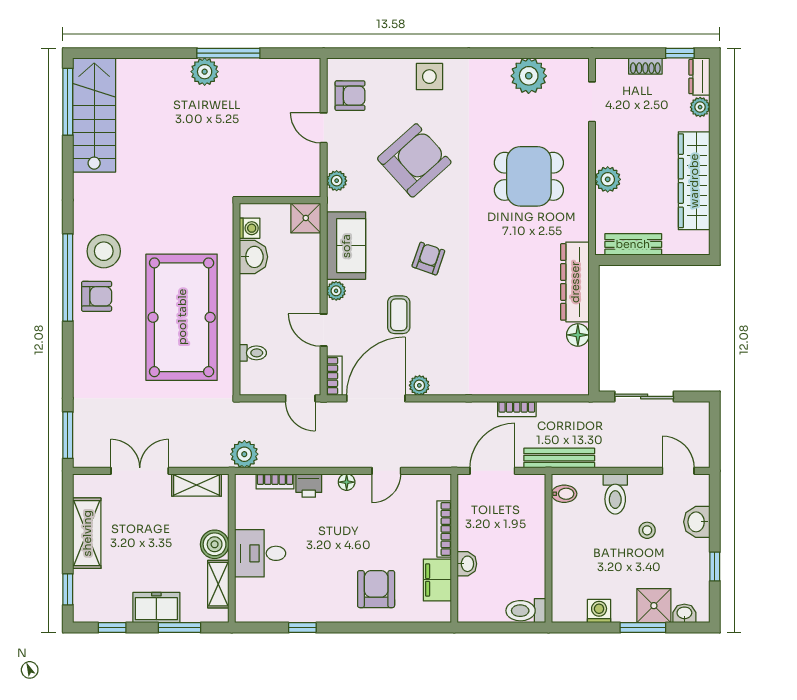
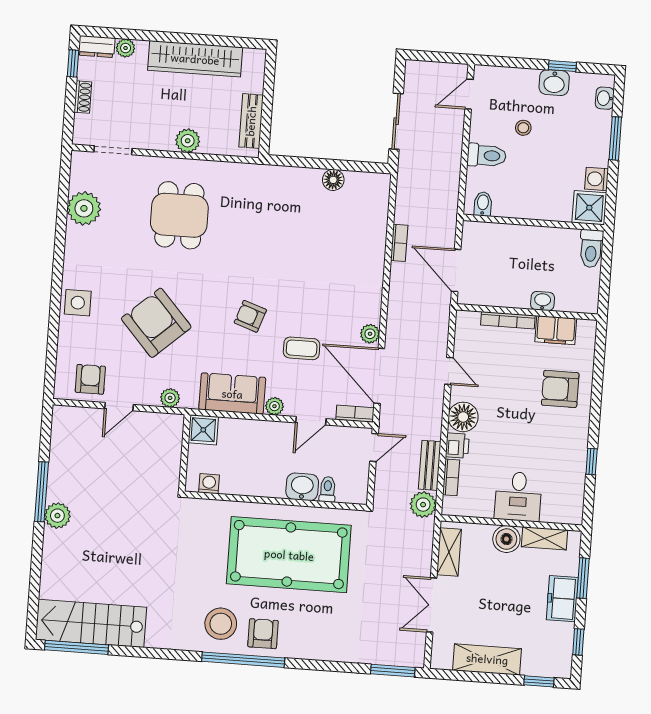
washbasin: (254, 257) -> (302, 487), moved
dresser: (575, 282) -> (283, 179), removed
bench: (559, 458) -> (430, 465), moved, width x0.73
floor lamp: (347, 482) -> (463, 417), width x1.89, depth x1.89
washbasin: (697, 522) -> (554, 83), moved
shower: (654, 606) -> (589, 208), moved

